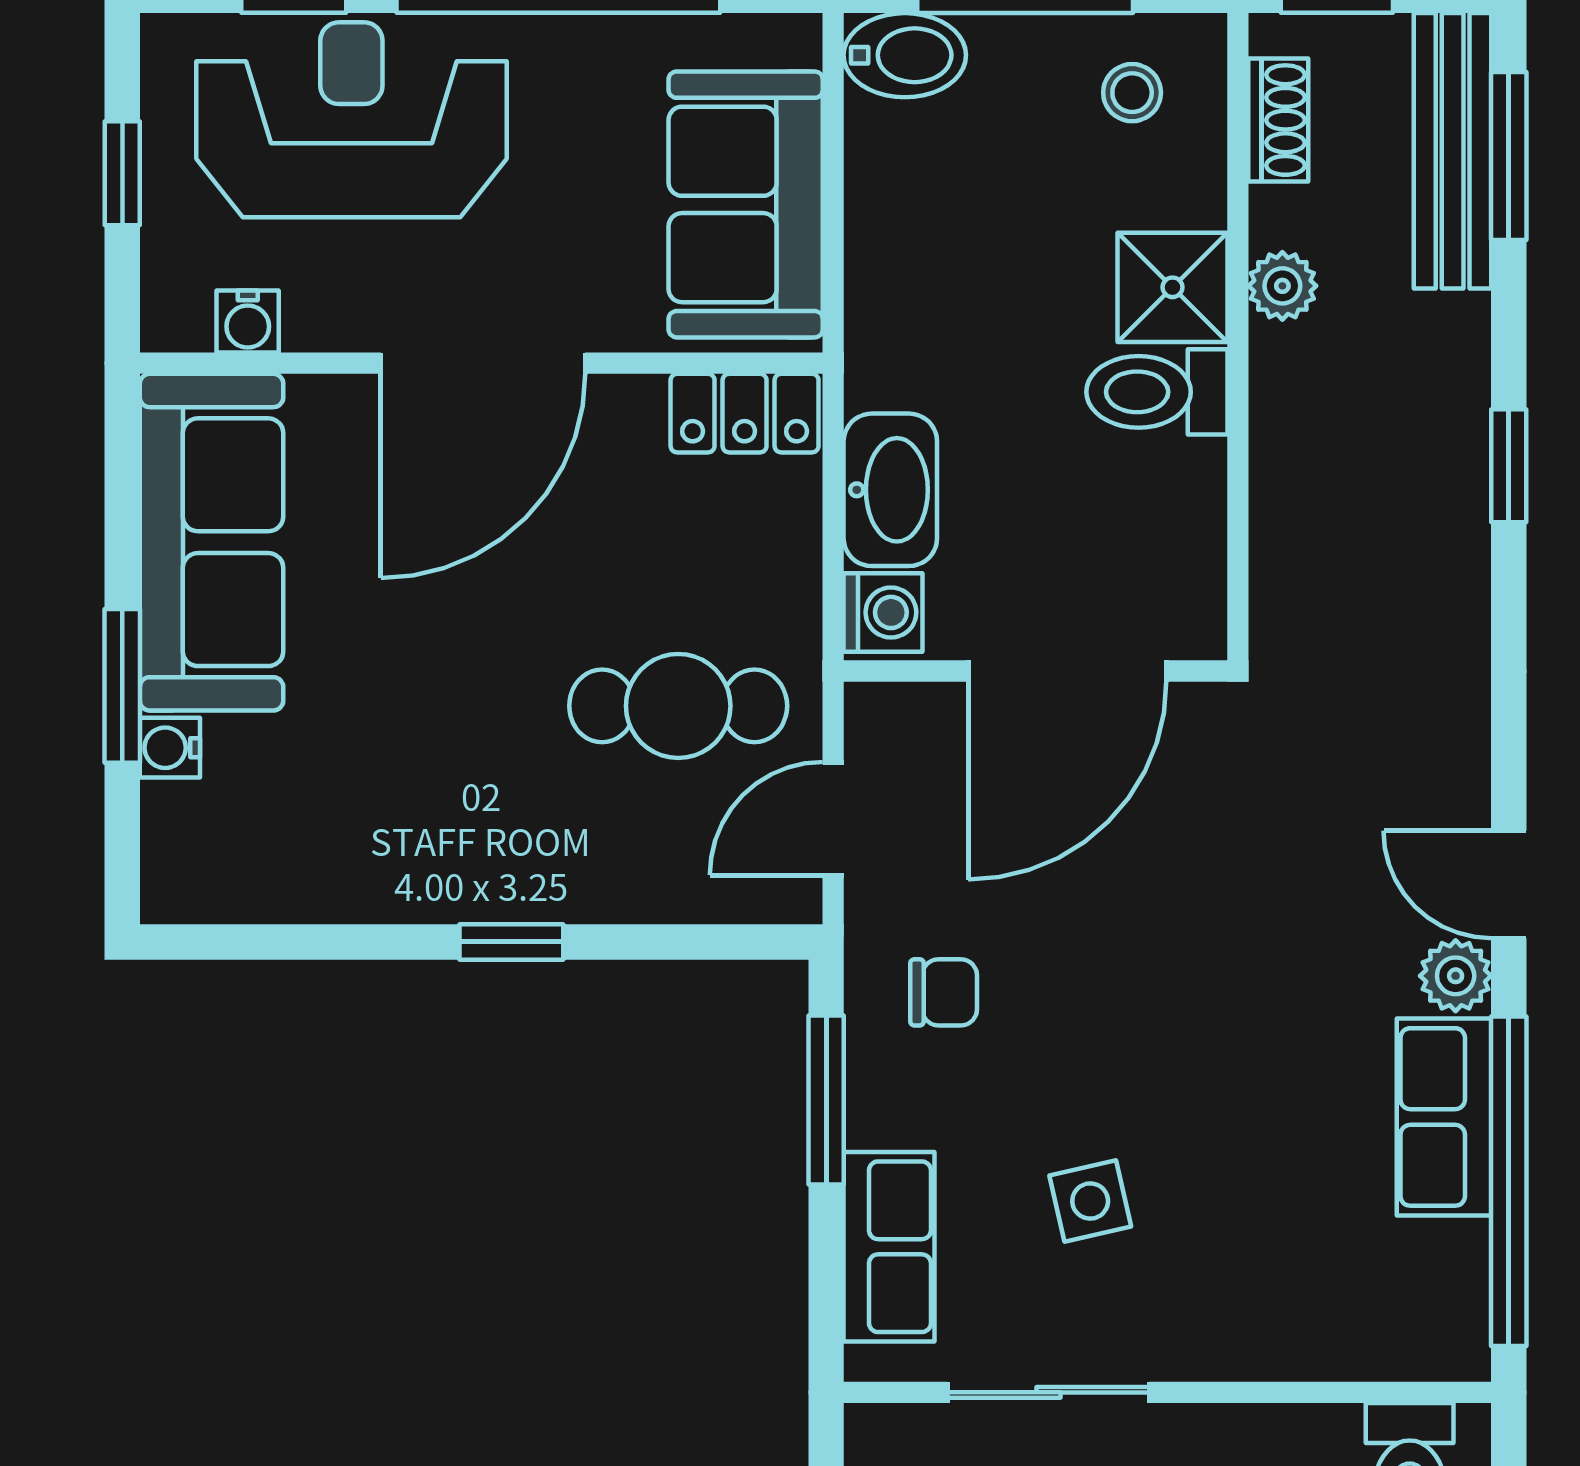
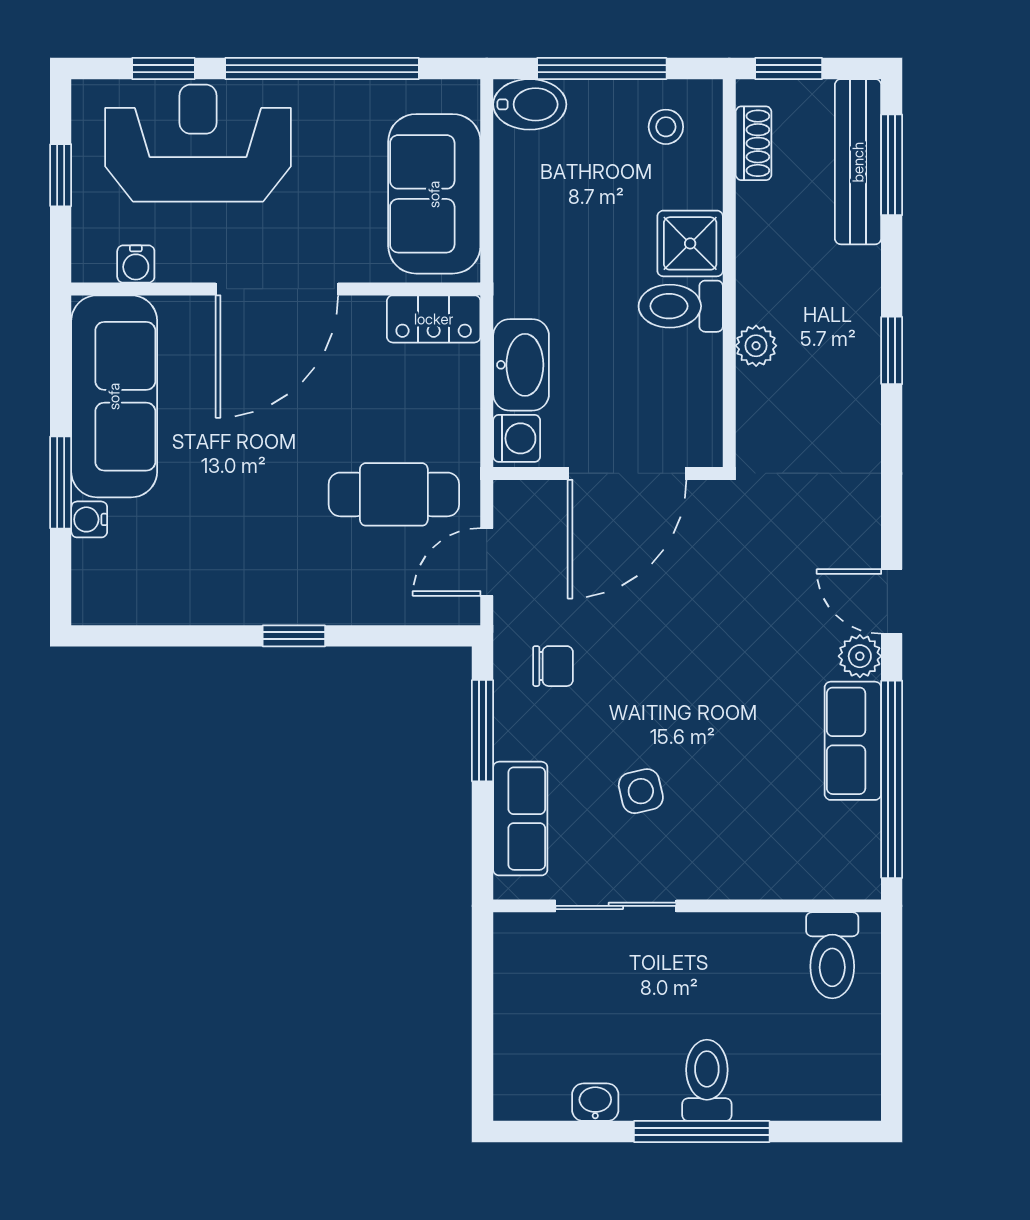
plant: (1282, 286) -> (756, 346), moved

